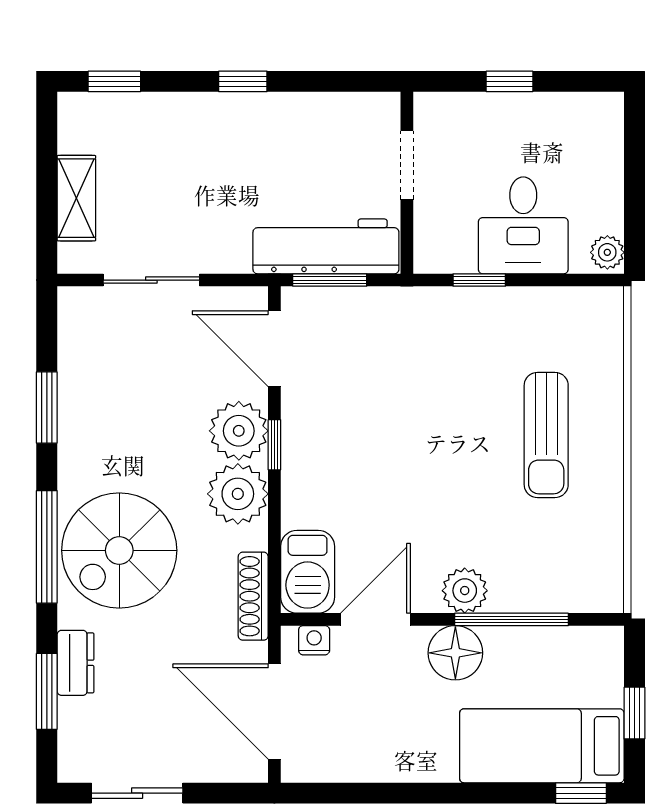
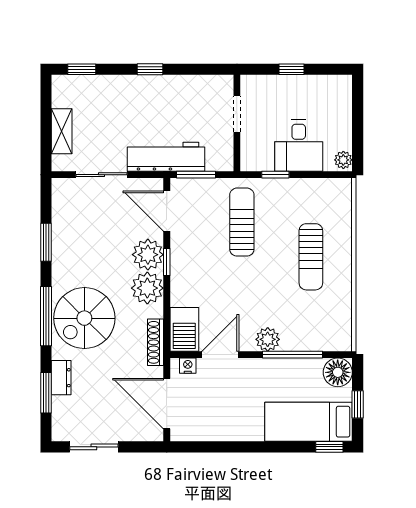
workbench: (326, 246) -> (166, 157), moved
sun lounger: (416, 369) -> (242, 222), added
floor lamp: (455, 653) -> (338, 372), moved

